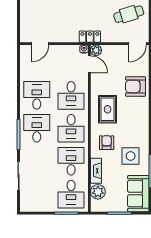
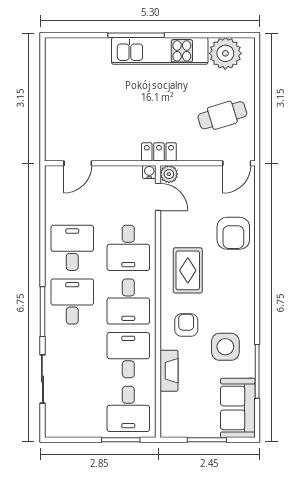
armchair: (135, 86) -> (233, 233), turned -90
plant: (98, 192) -> (172, 405), removed

